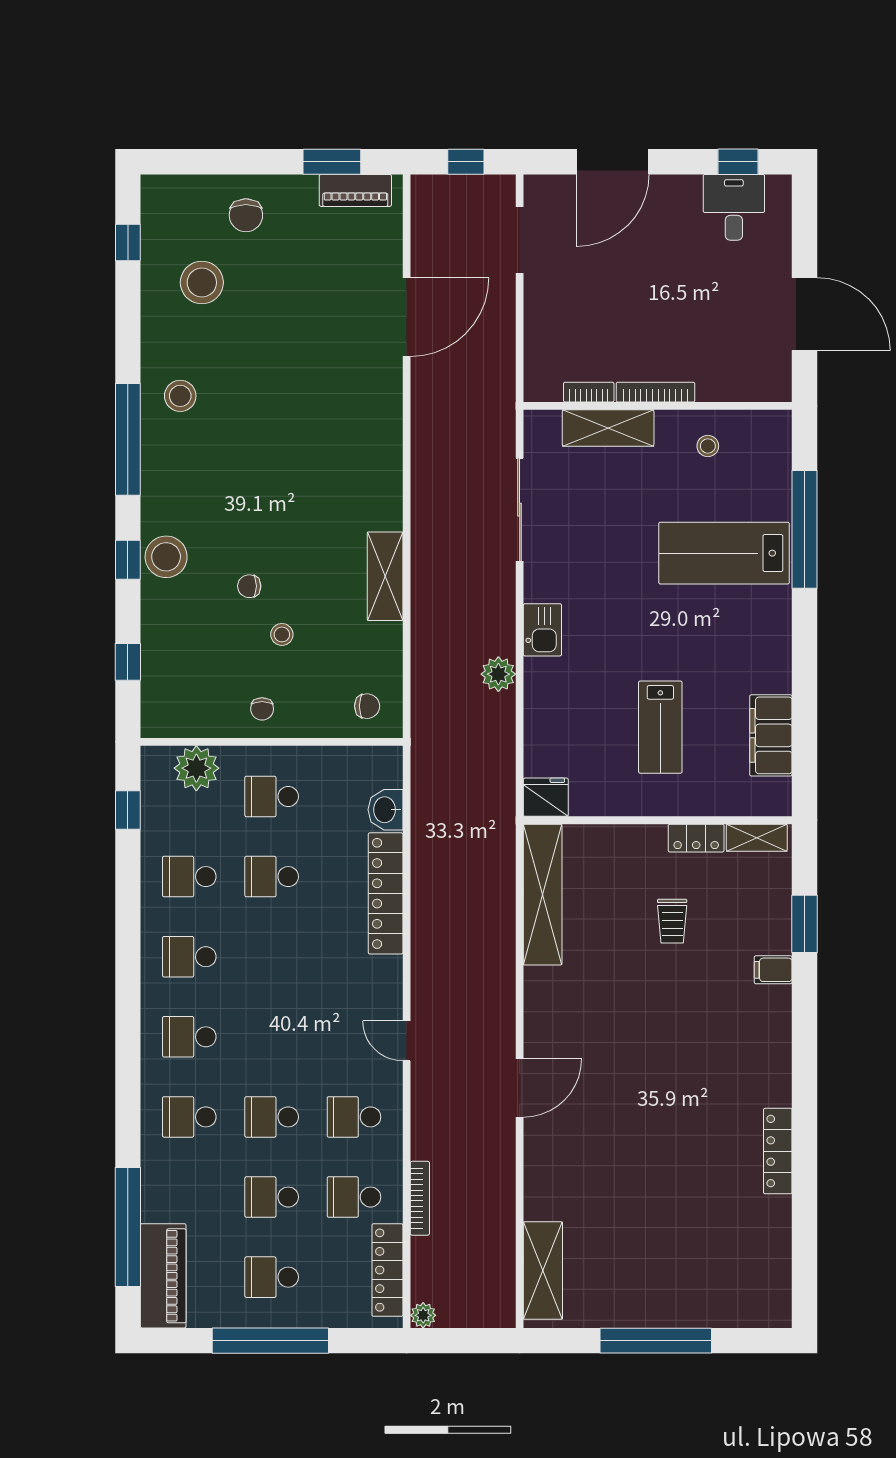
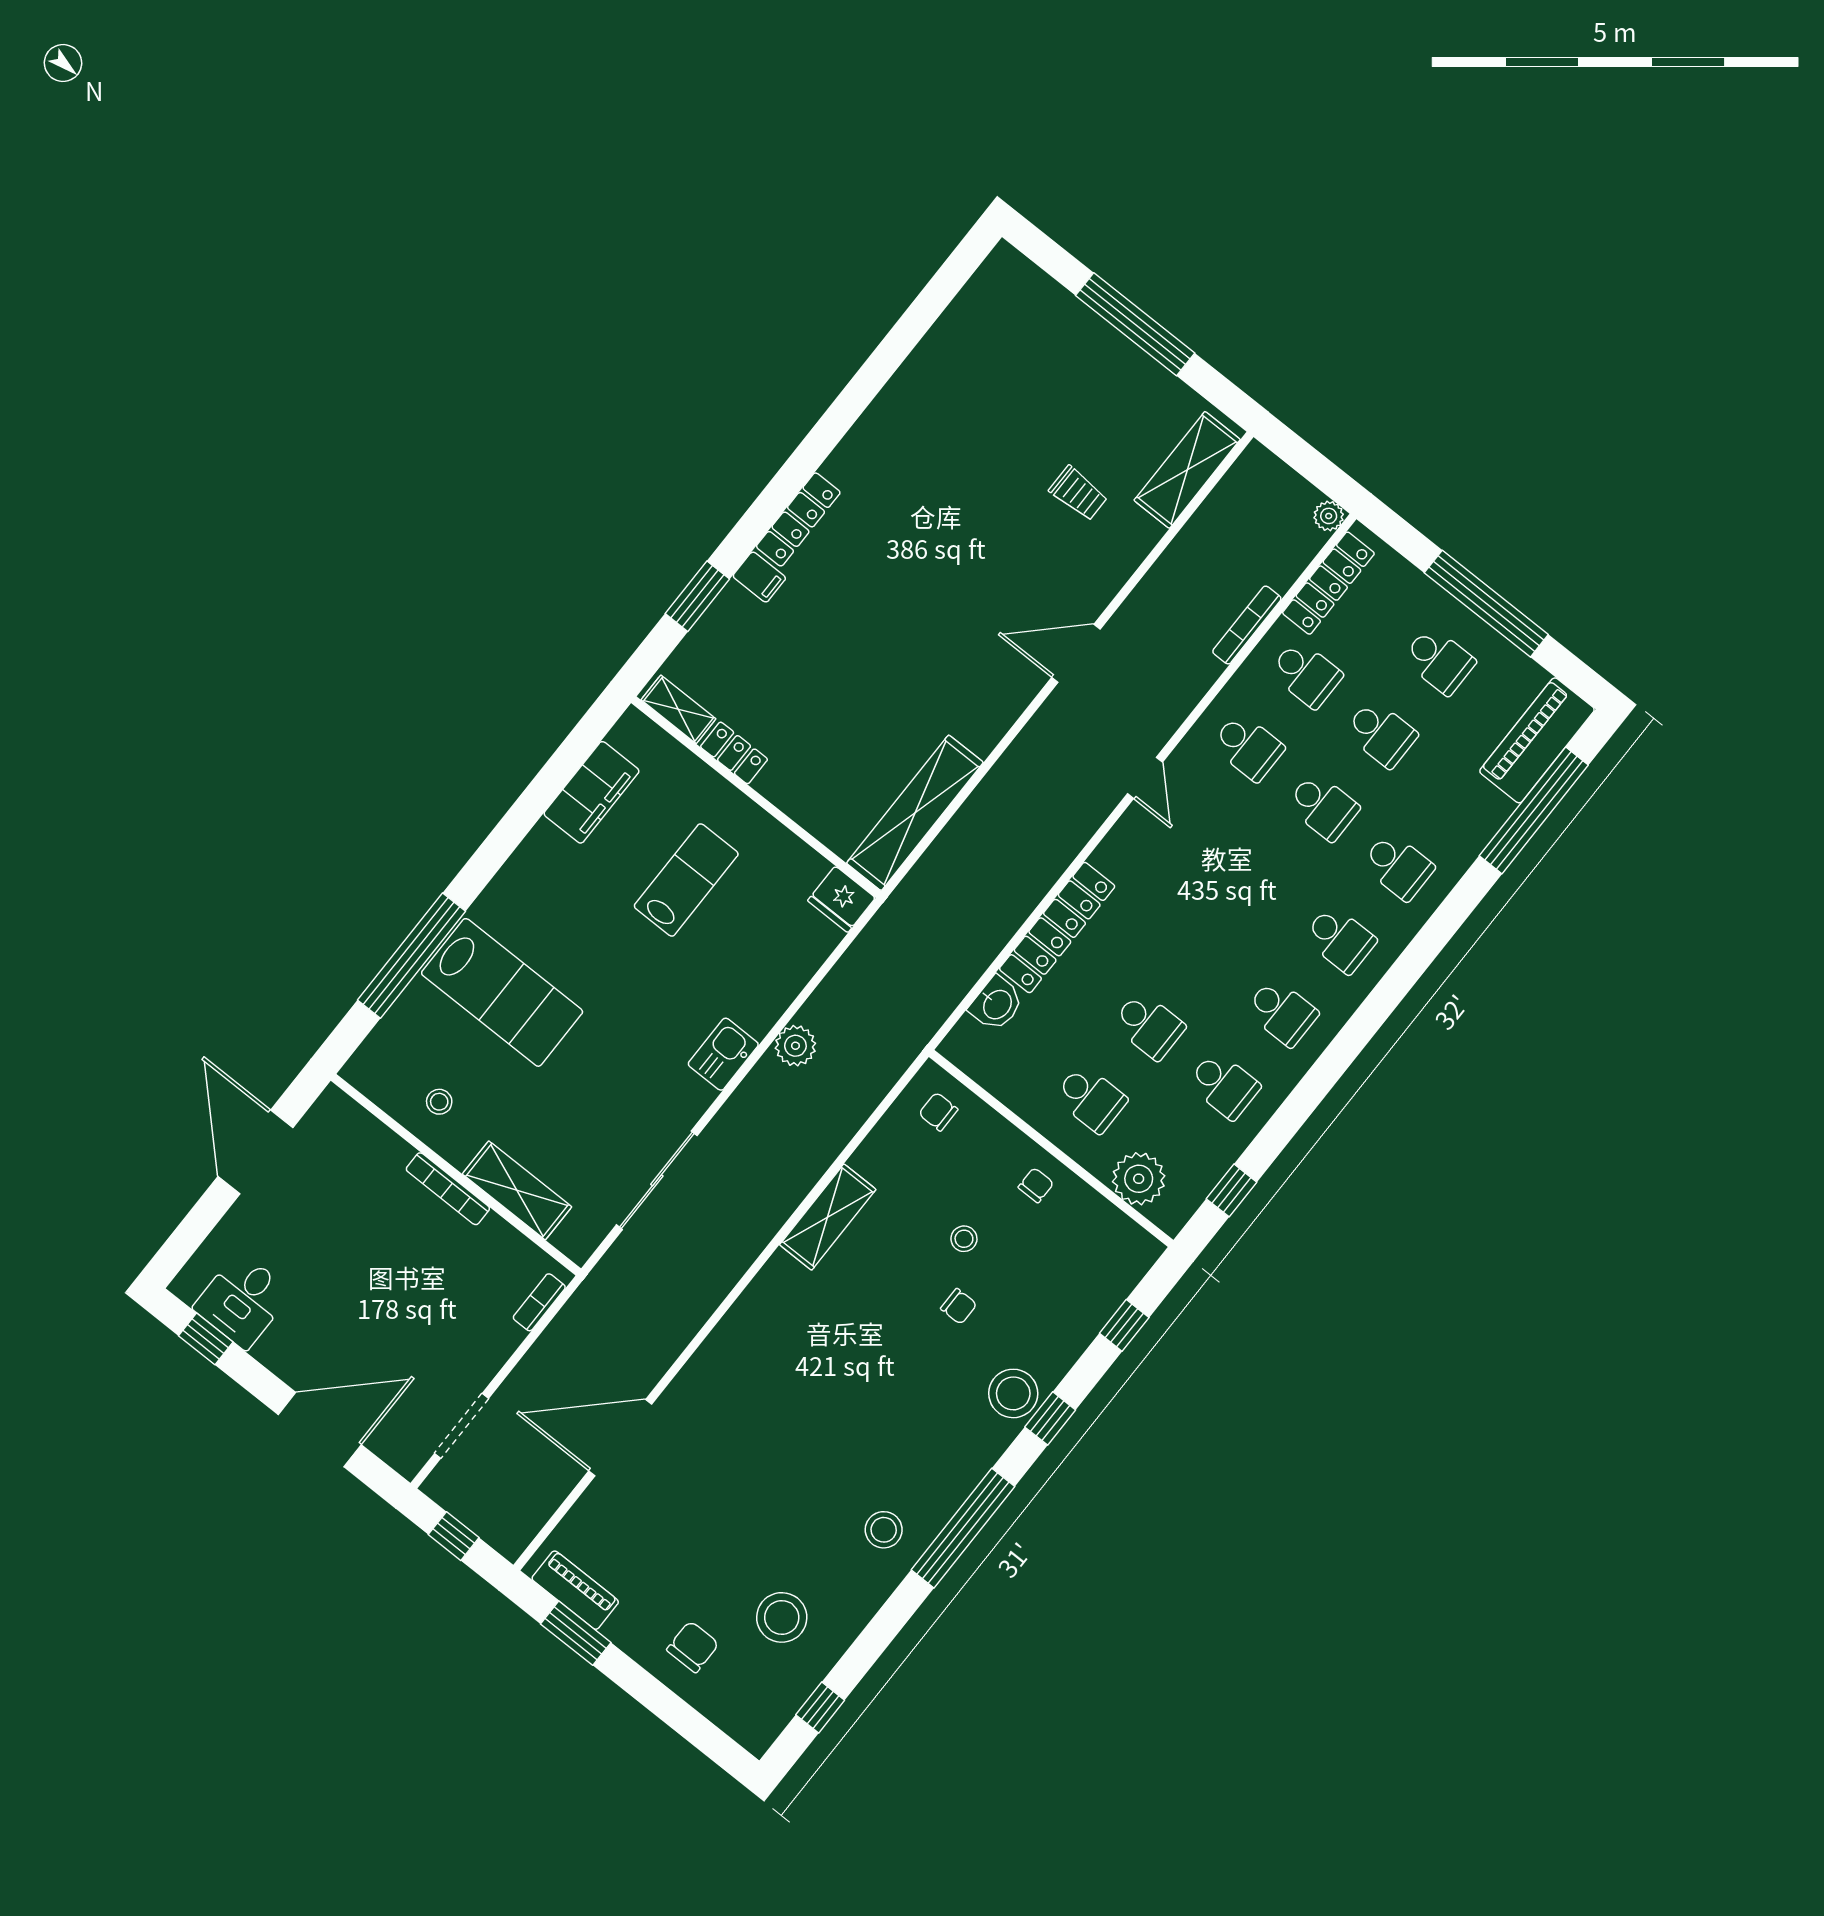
bookcase: (589, 392) -> (539, 1302), moved, turned 90
trolley: (672, 921) -> (1078, 493), moved, turned 90
locker: (778, 1151) -> (798, 519), moved

